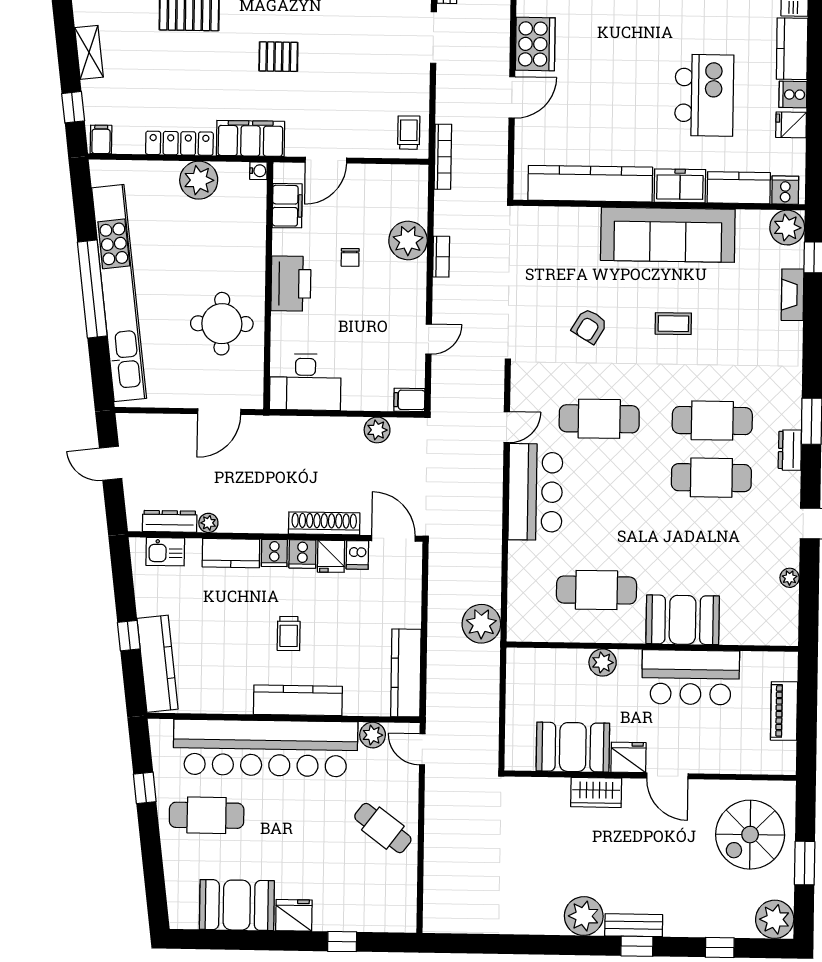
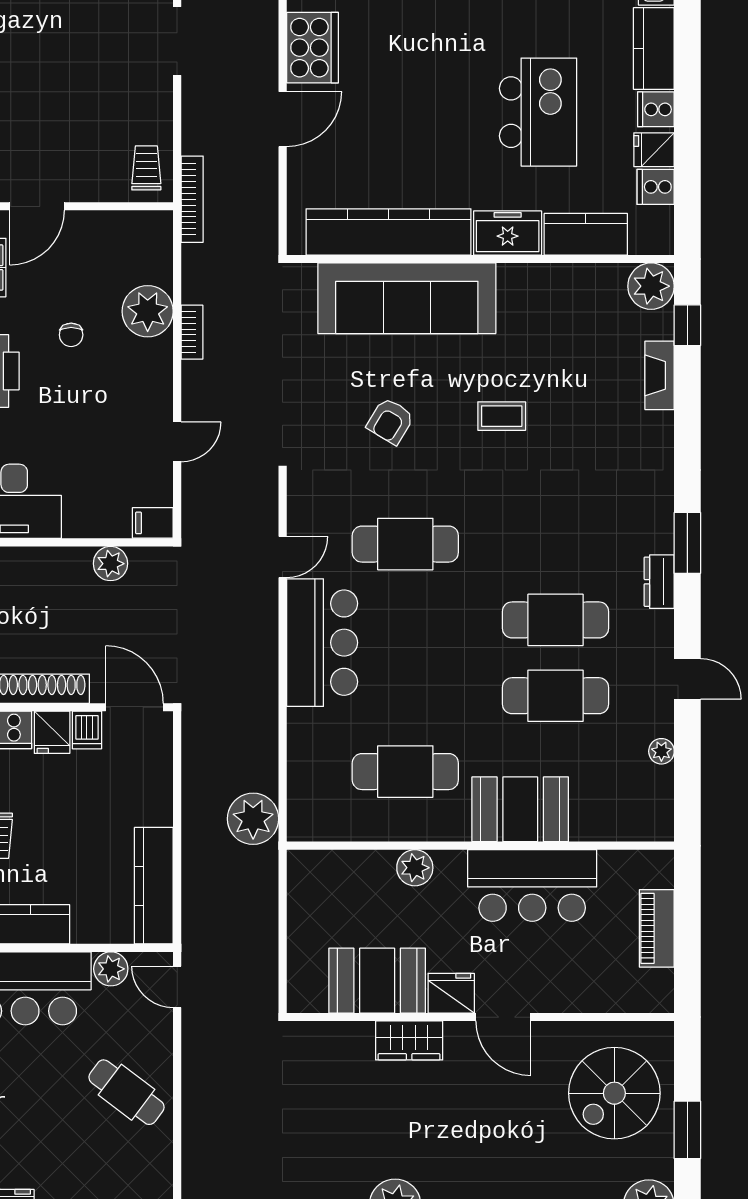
cooker: (785, 190) -> (656, 187), moved, turned -90
sofa: (668, 235) -> (407, 298), moved
cafe table: (712, 421) -> (556, 696), moved

